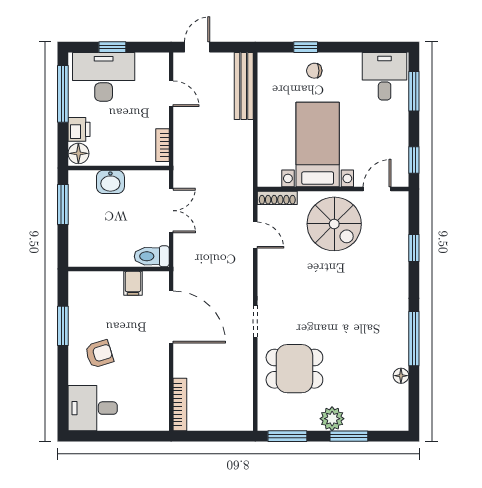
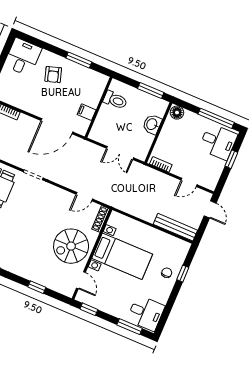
desk: (104, 77) -> (218, 142), width x0.73
printer: (79, 129) -> (191, 119), removed
toilet: (152, 256) -> (115, 100), moved, turned 90

